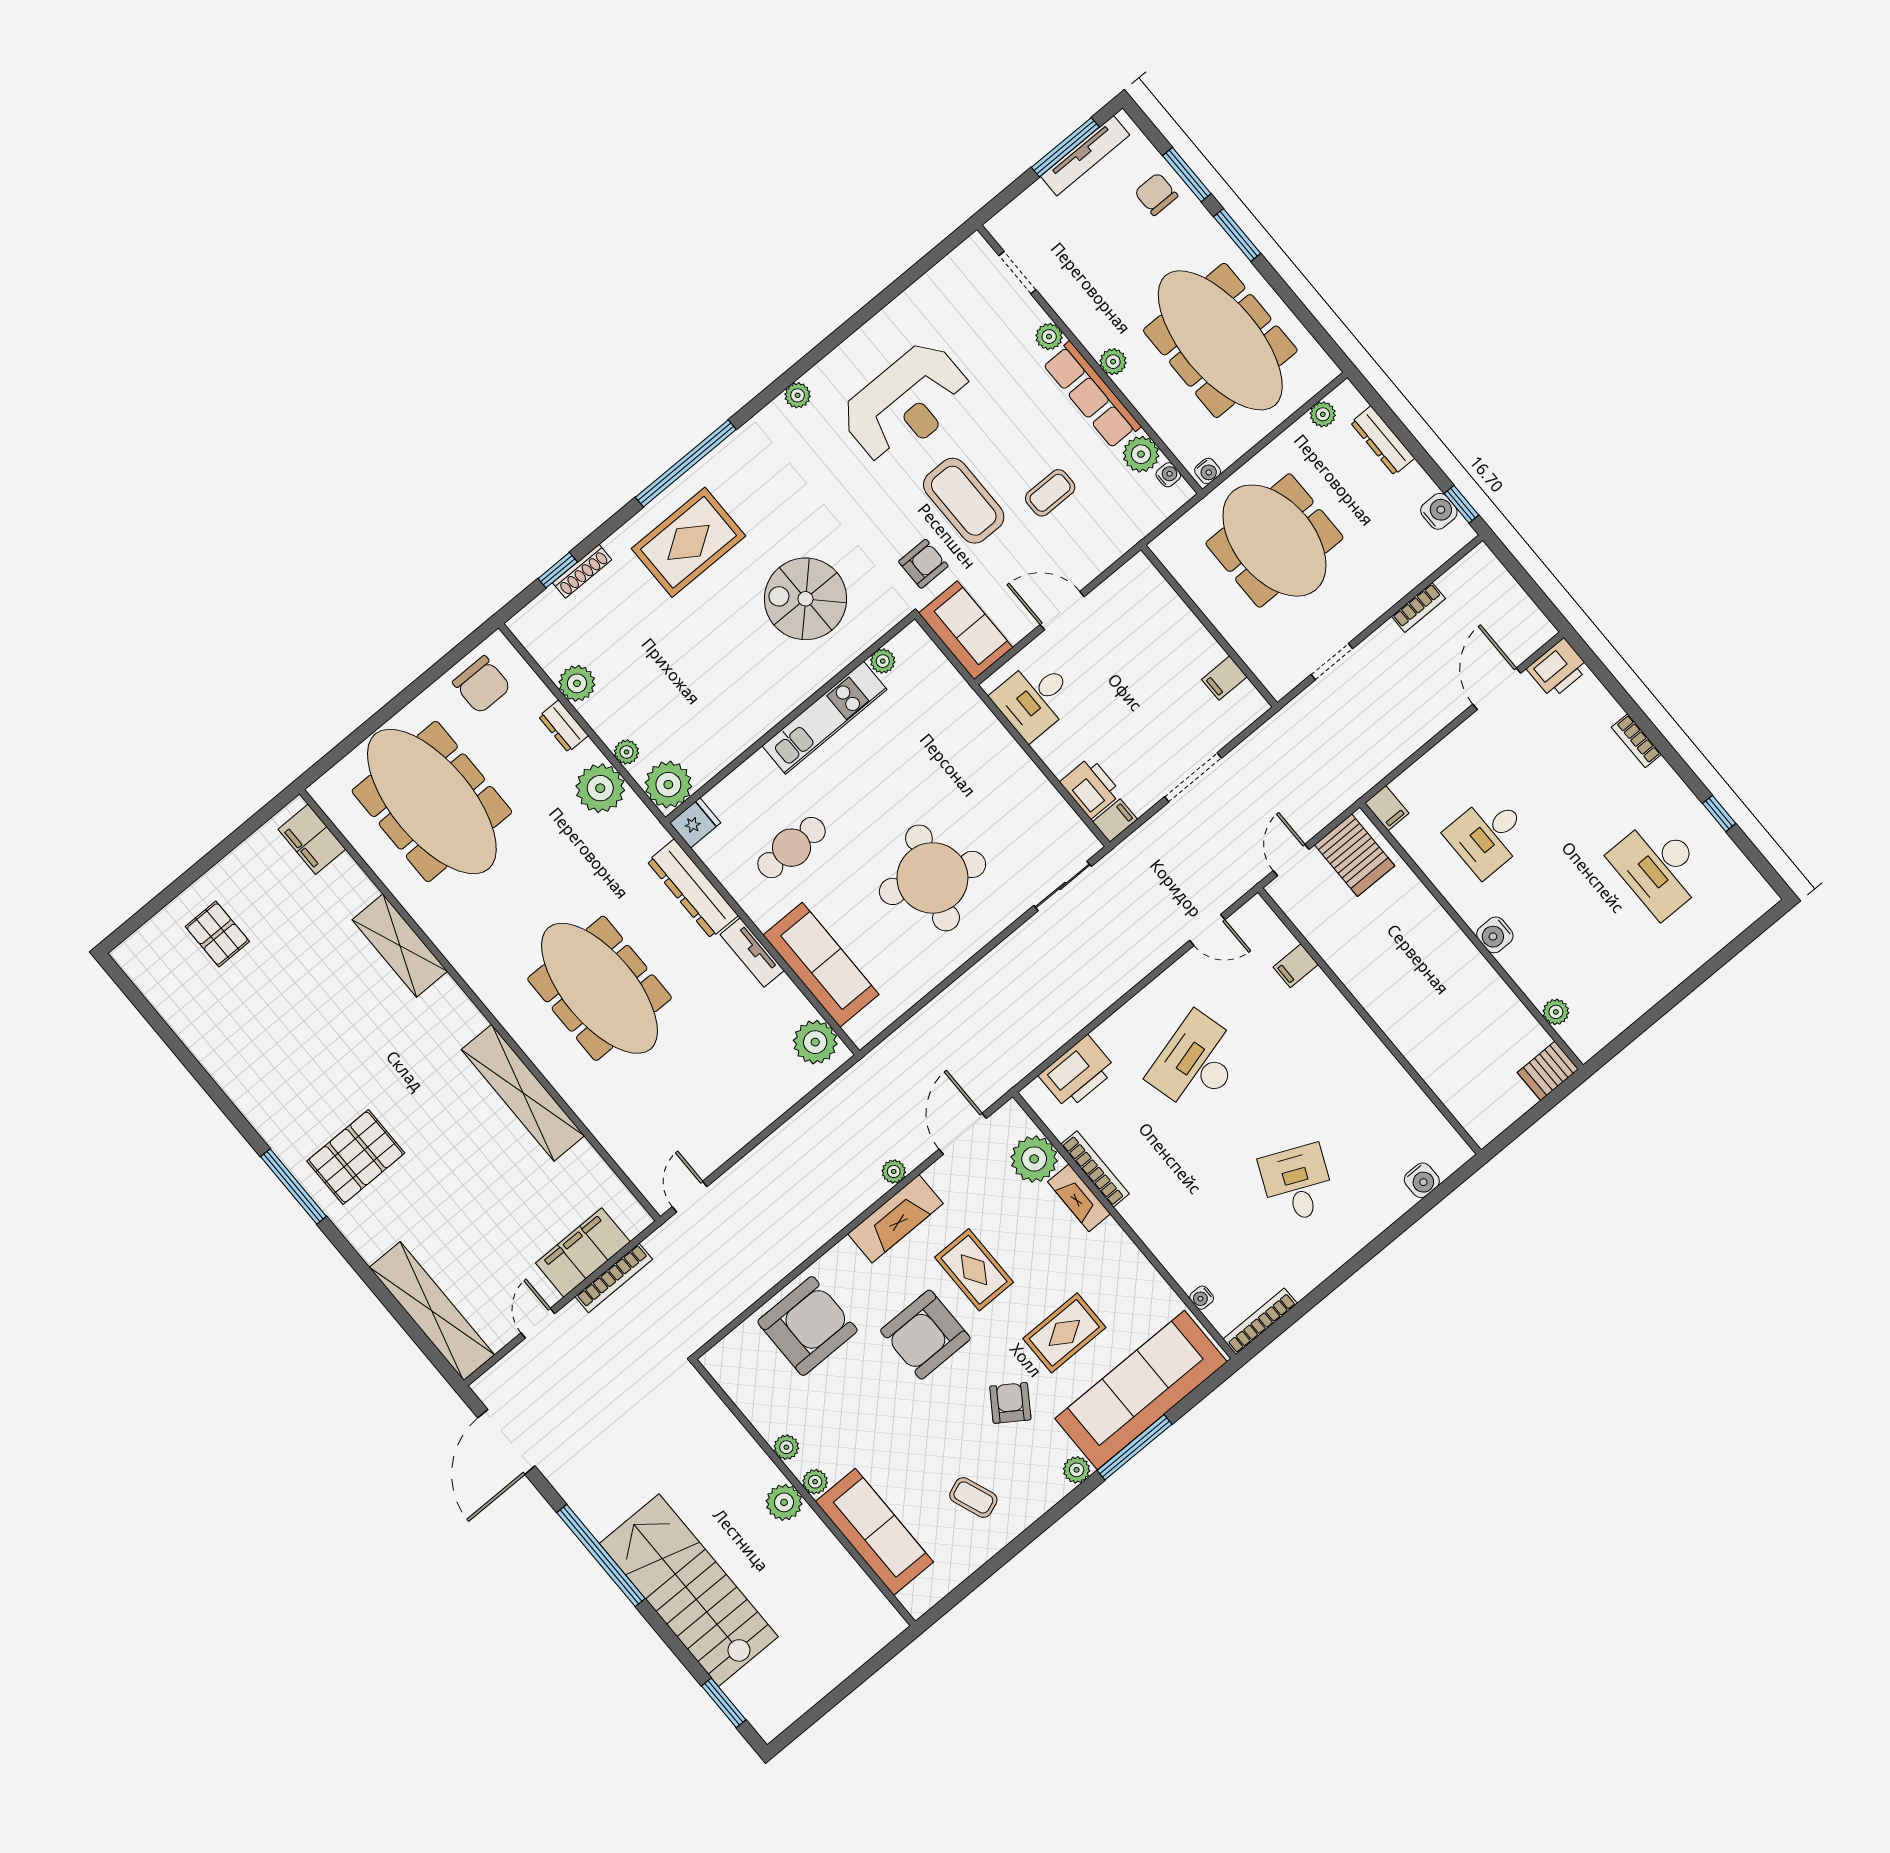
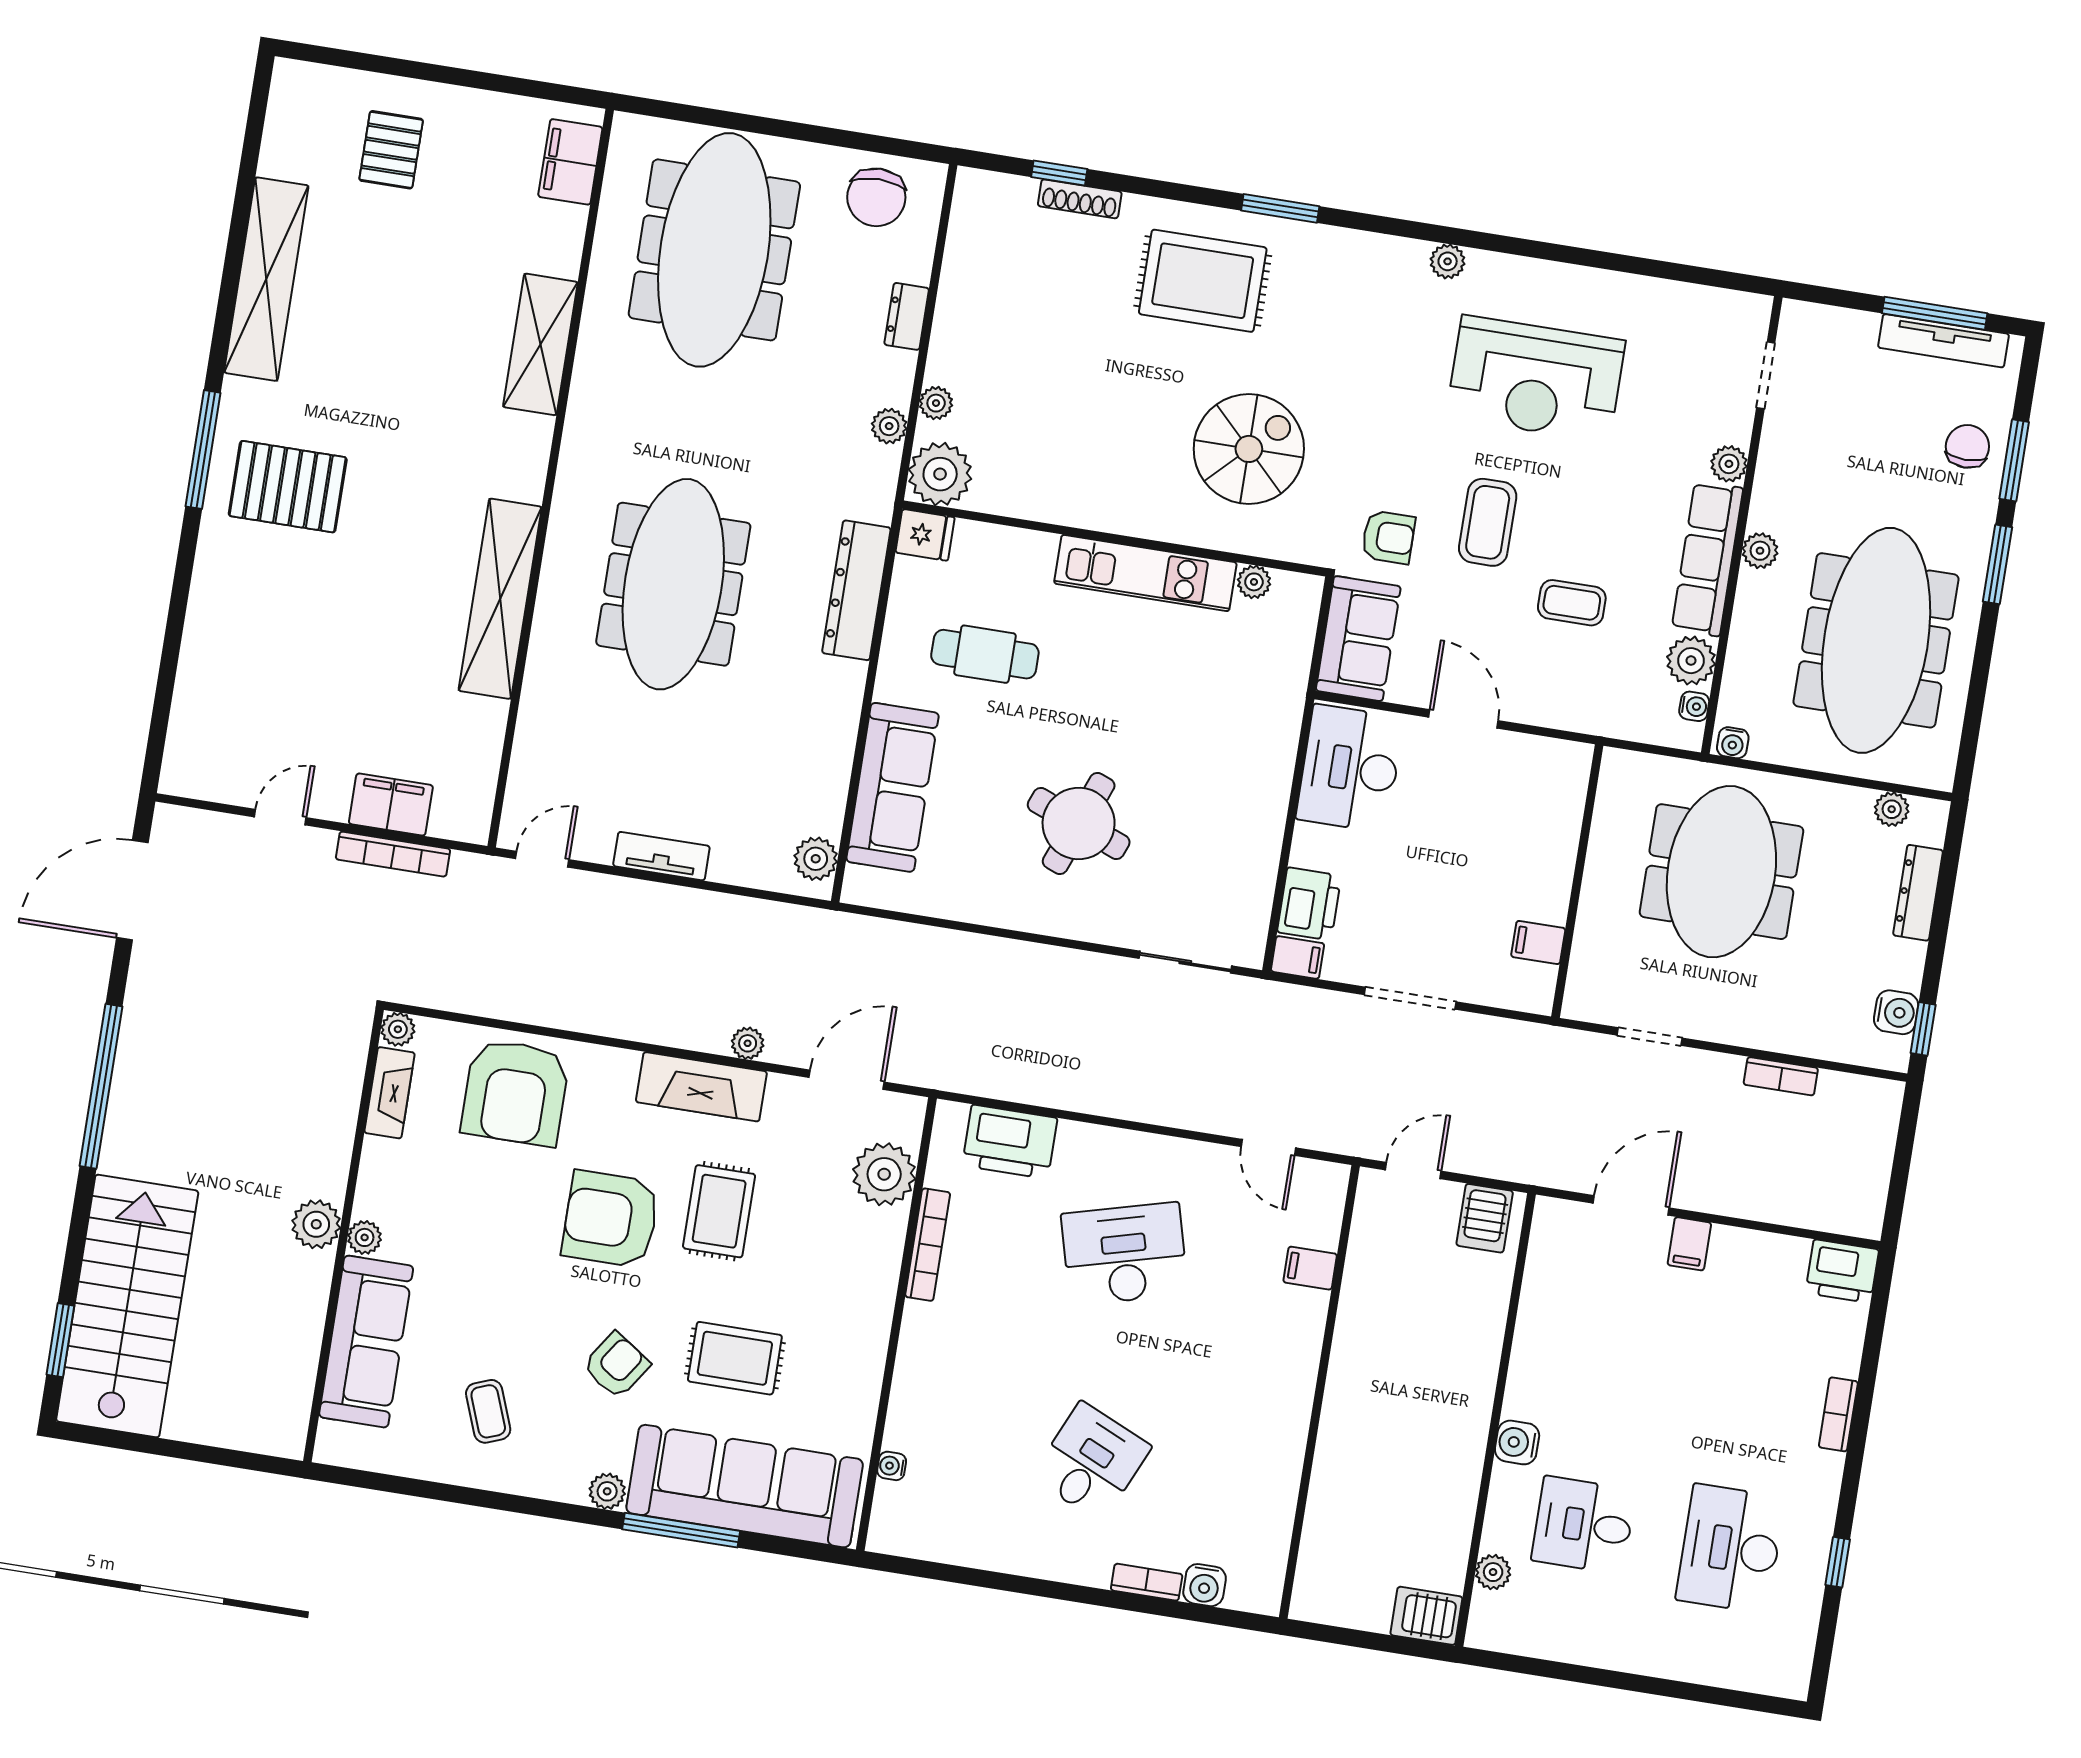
window: (686, 463) -> (1280, 208), width x0.47
coffee table: (964, 501) -> (1488, 522), width x0.73, depth x0.76
spiral stairs: (806, 599) -> (1249, 449), turned 90
plant: (577, 683) -> (962, 292), removed
door: (1497, 689) -> (1631, 1205), moved
desk: (1034, 698) -> (1350, 768), width x1.37
plant: (600, 788) -> (889, 426), width x0.53, depth x0.53
filing cabinet: (1387, 808) -> (1689, 1244), moved
desk: (1488, 835) -> (1584, 1525), moved
server rack: (1355, 855) -> (1485, 1218), width x0.73, depth x0.70
round table: (932, 878) -> (1079, 823), width x0.73, depth x0.73
tv unit: (752, 953) -> (661, 856), moved, turned 90
plant: (815, 1042) -> (816, 859), width x0.73, depth x0.73
fireplace: (1079, 1198) -> (390, 1093), moved, turned 180
filing cabinet: (583, 1252) -> (391, 805), width x0.67, depth x0.86
shelving: (432, 1311) -> (266, 279), moved
bookcase: (1260, 1321) -> (1147, 1582), moved, width x0.64
armchair: (807, 1326) -> (515, 1092), turned 90
plant: (786, 1447) -> (398, 1029), moved
stairs: (689, 1590) -> (127, 1306), moved

